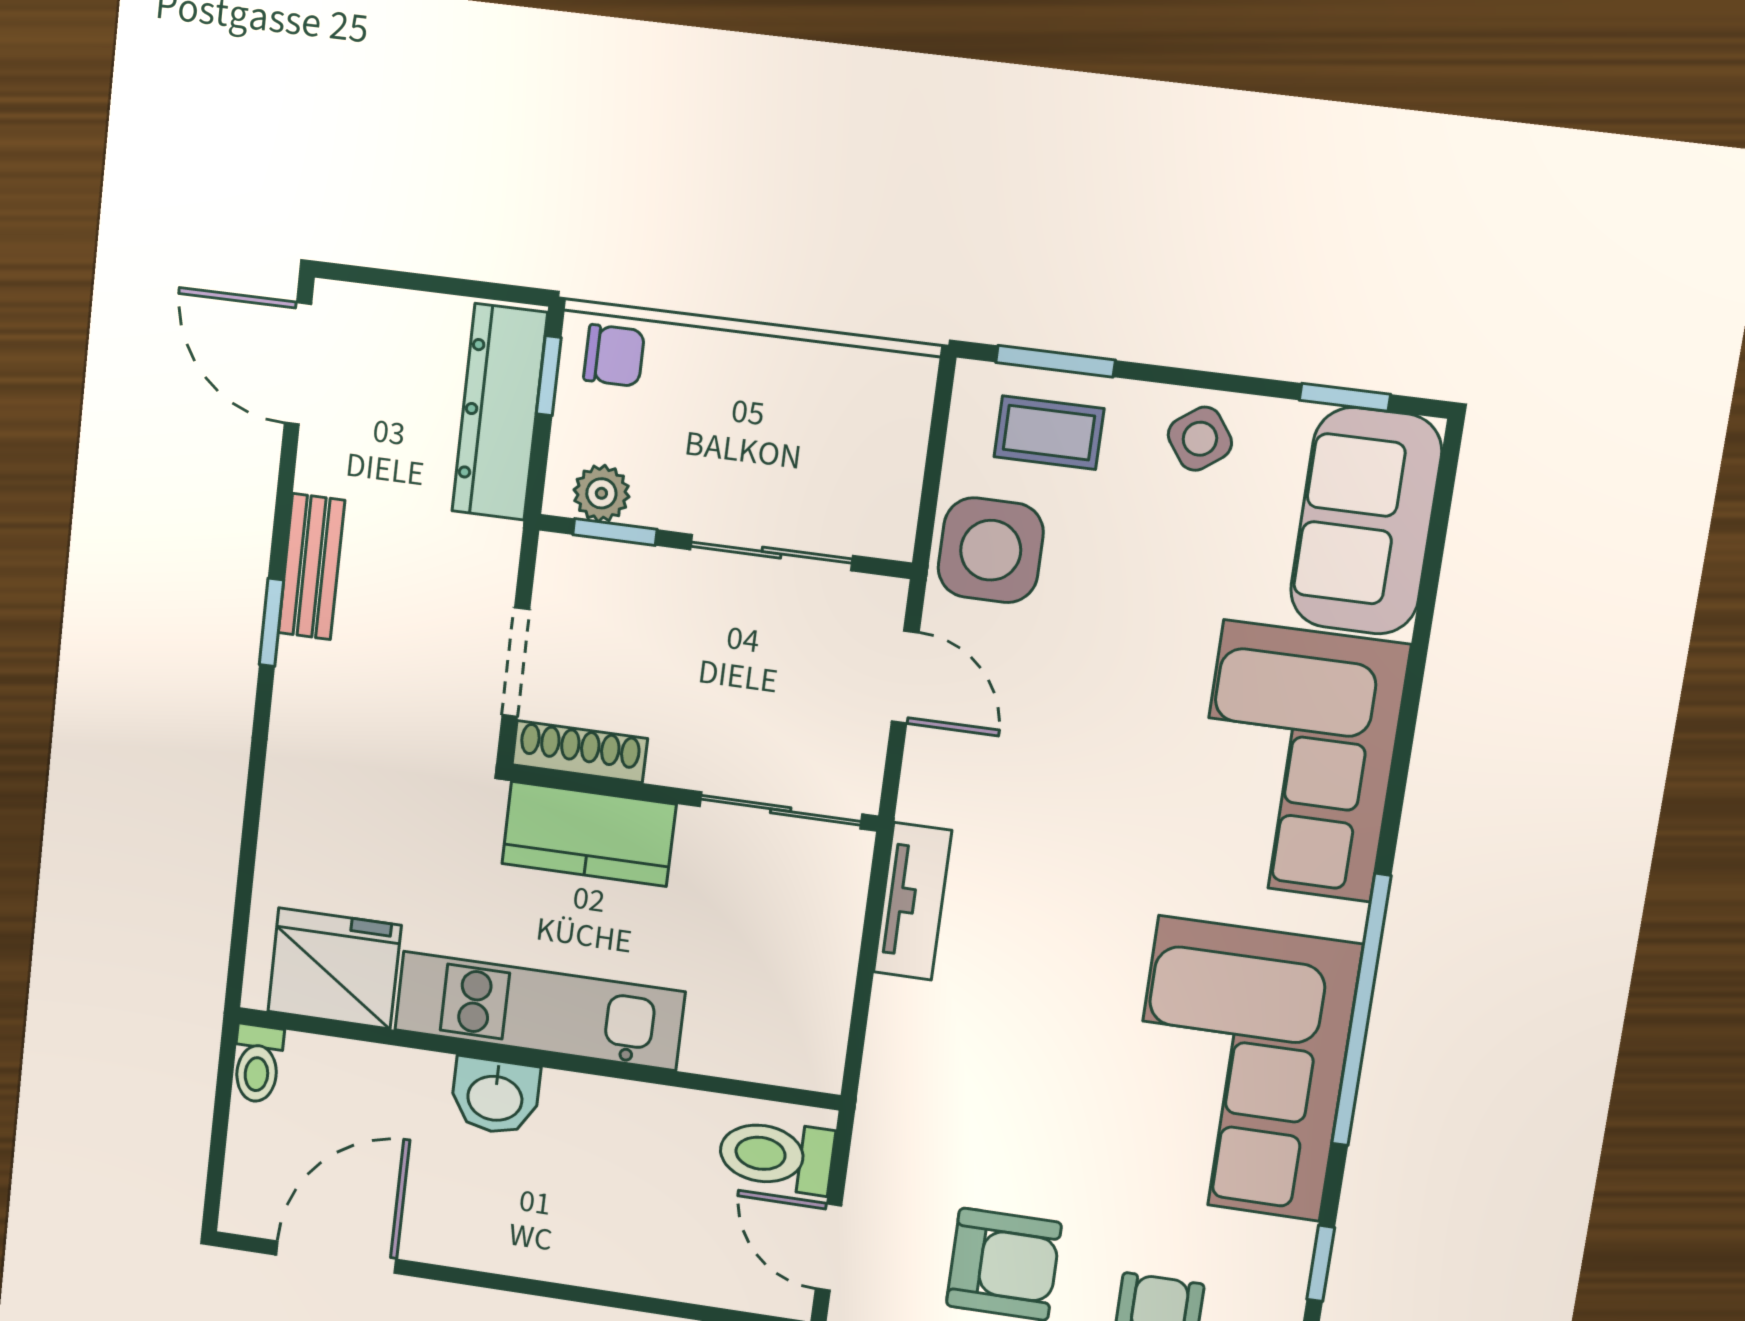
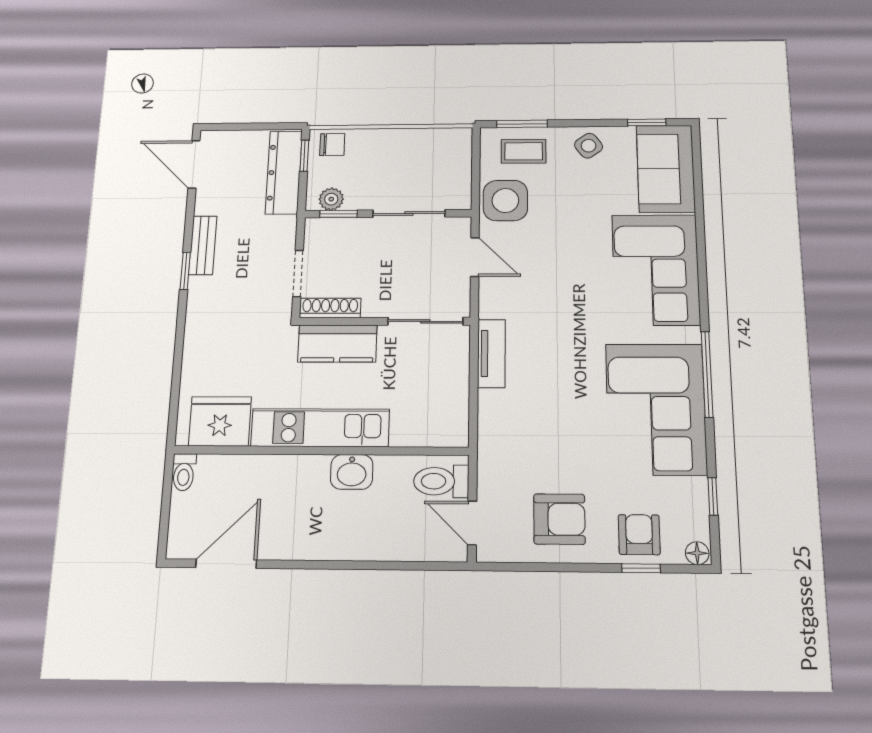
window: (1361, 1010) -> (707, 374), width x0.68
washbasin: (495, 1096) -> (352, 472), moved

